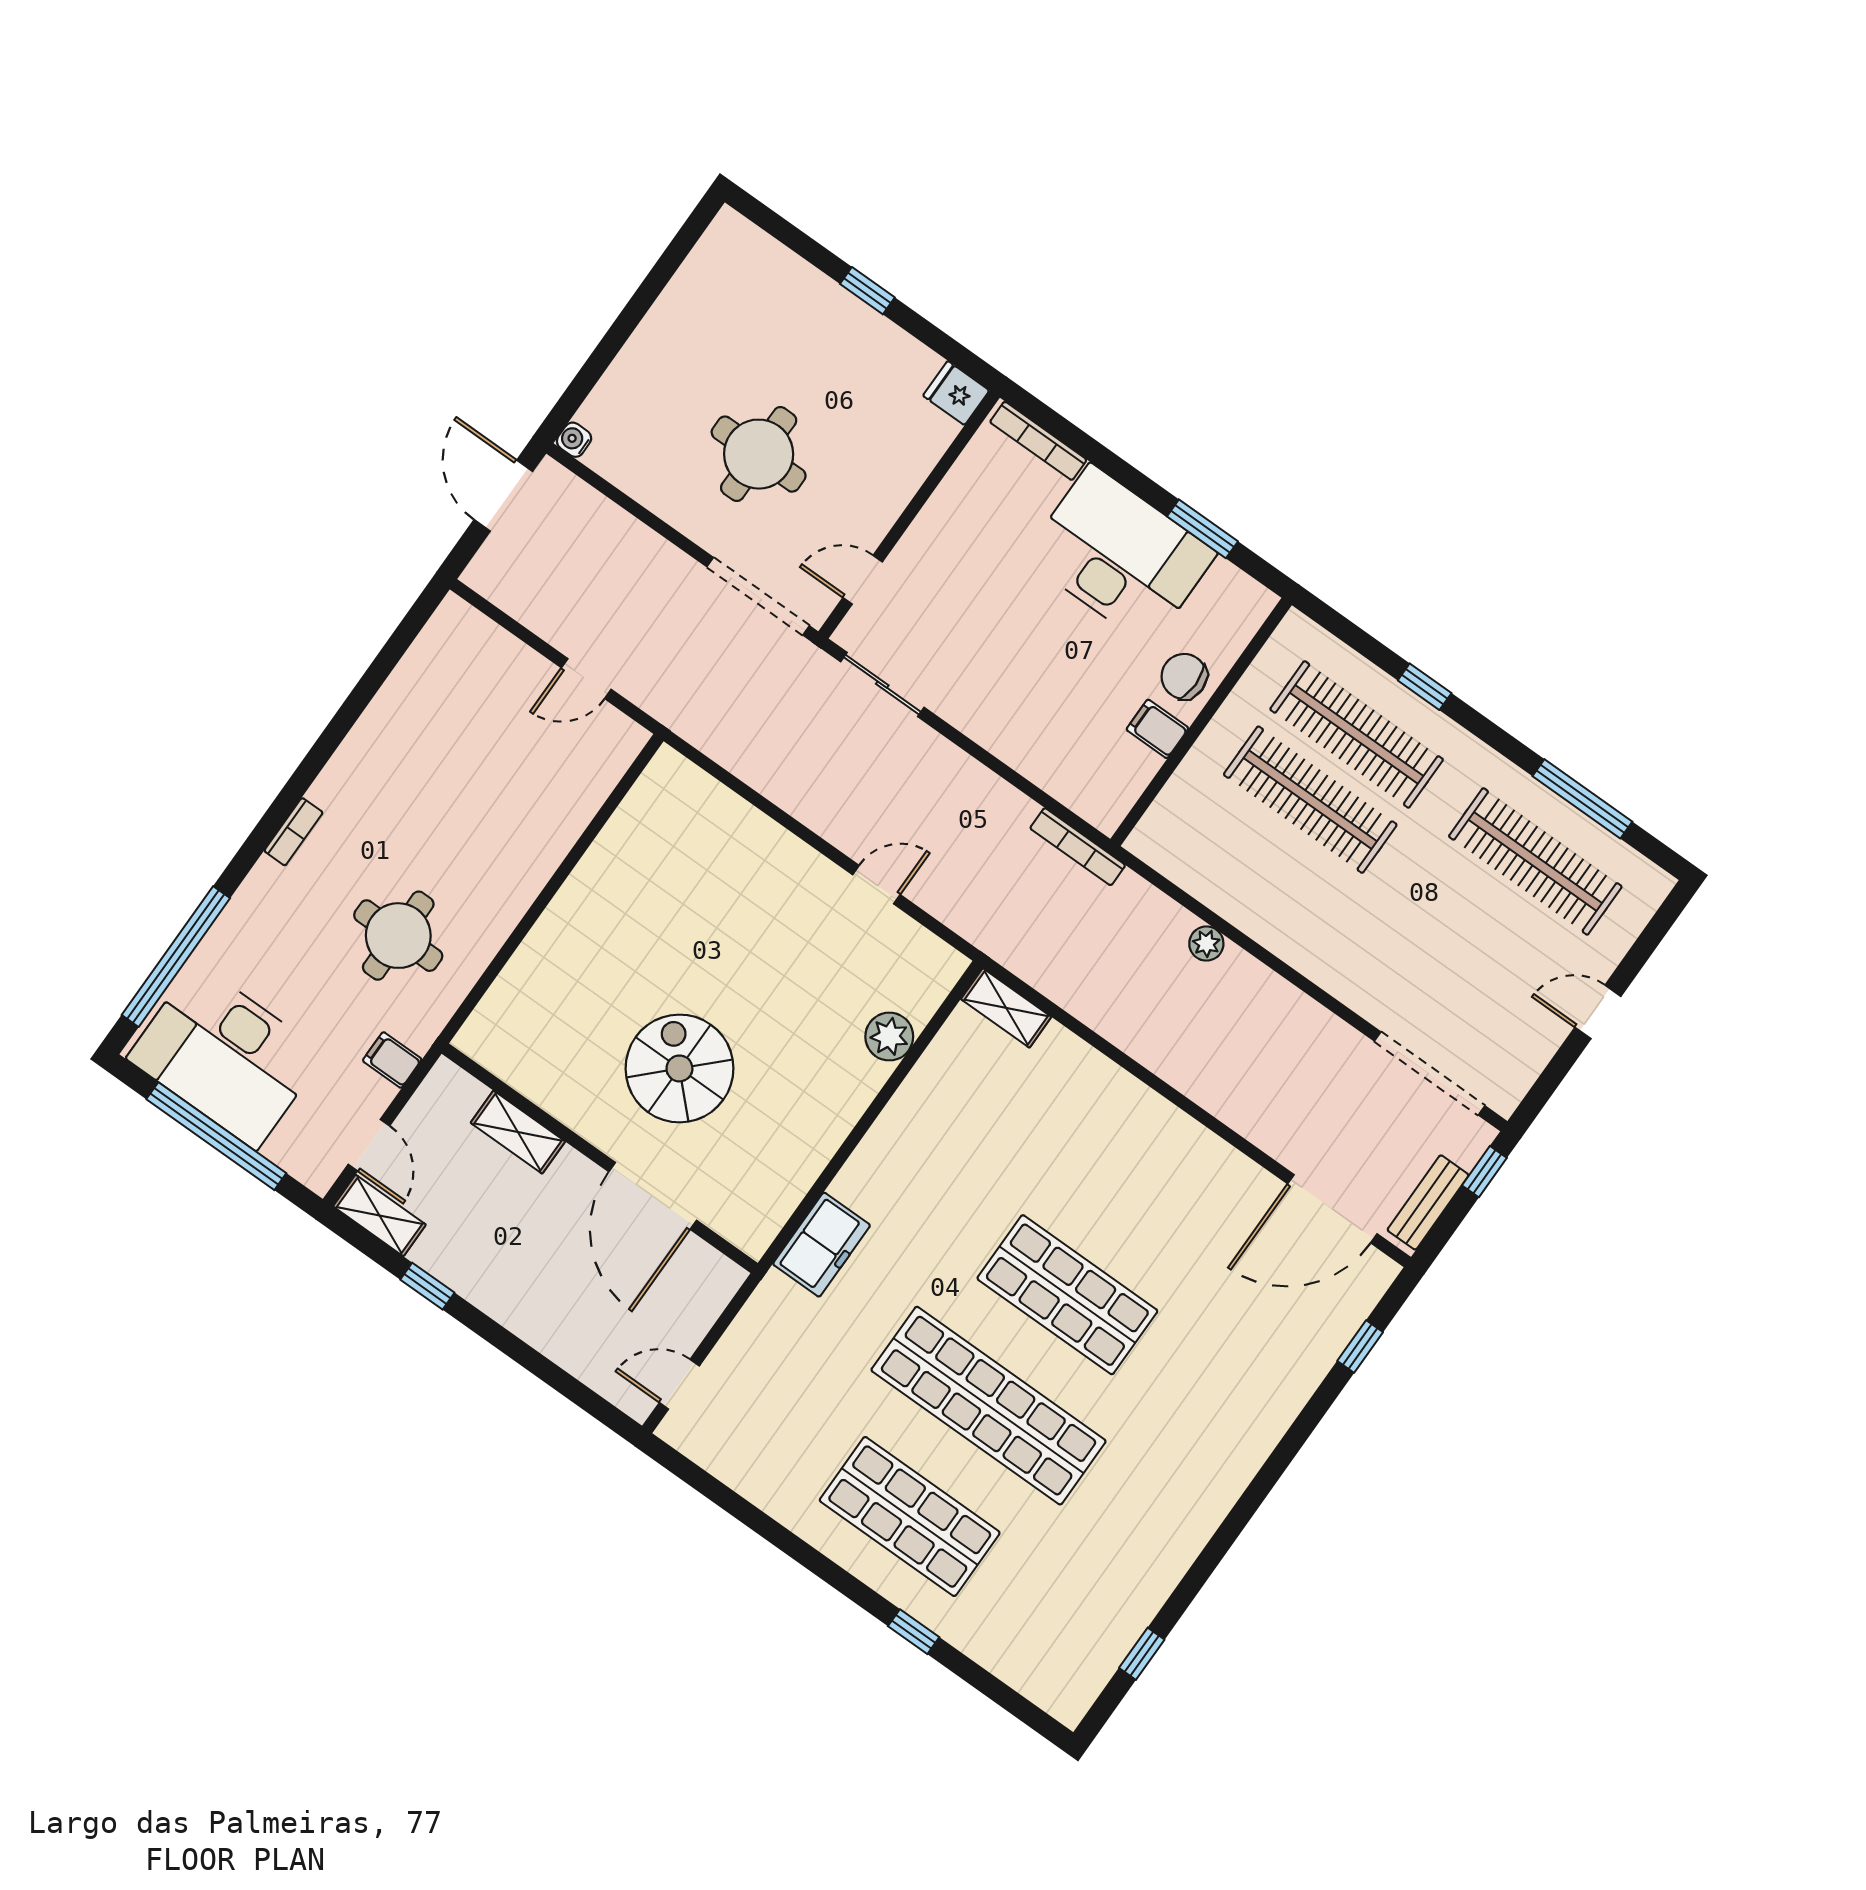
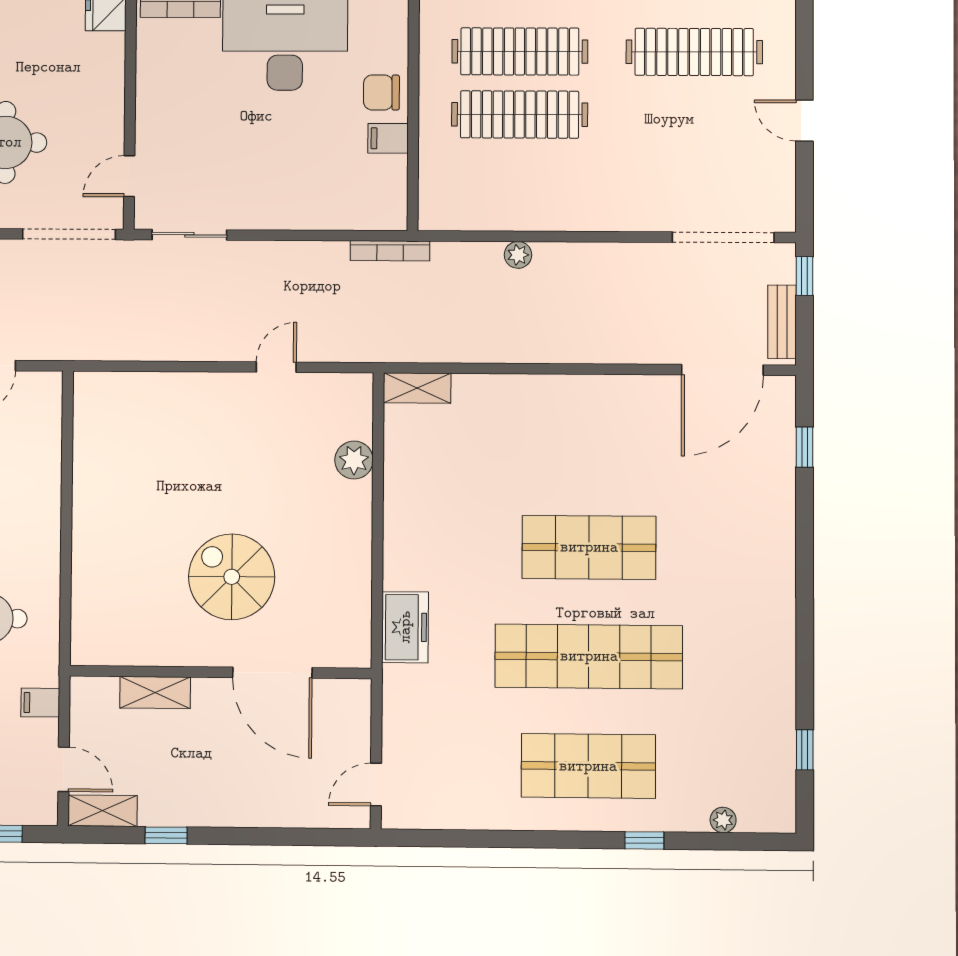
door: (1598, 1012) -> (804, 121), hinge flipped
plant: (1008, 1667) -> (723, 820), added

